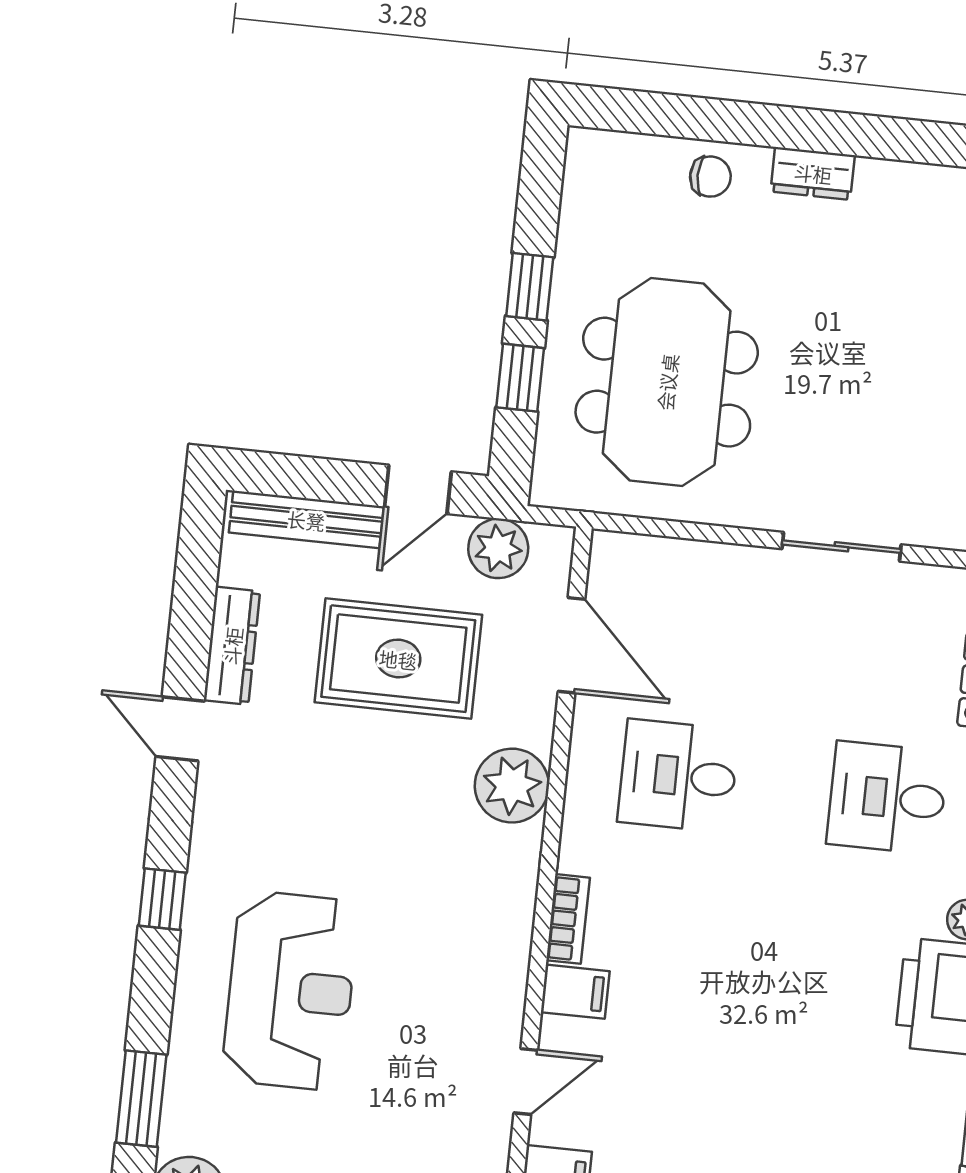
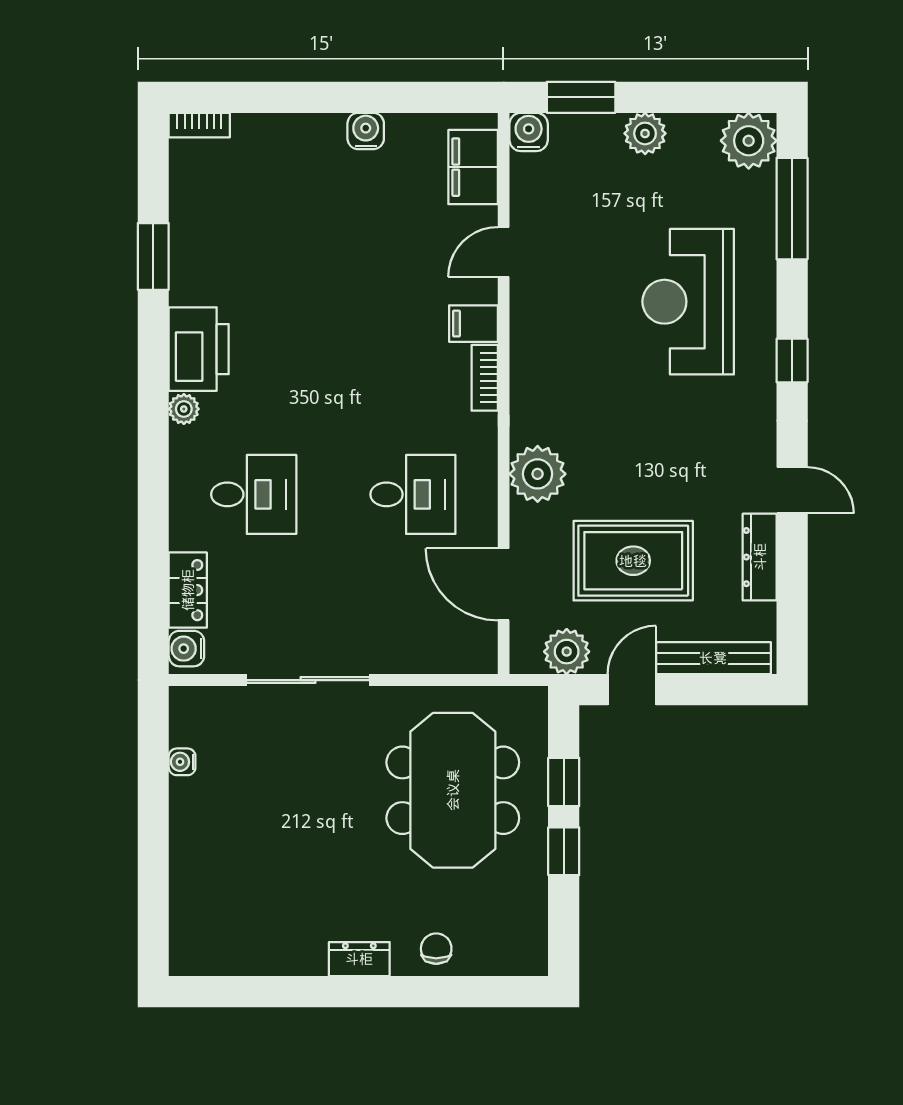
chair: (710, 177) -> (436, 949), turned 90
sliding door: (841, 547) -> (308, 680), width x1.37
window: (141, 1099) -> (792, 209), width x1.44

